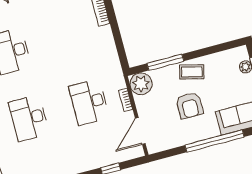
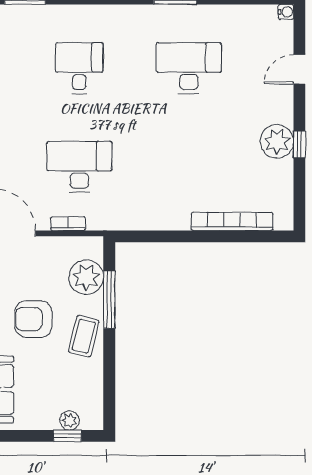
plant: (141, 84) -> (86, 277), moved
desk: (29, 118) -> (79, 68), width x0.73

